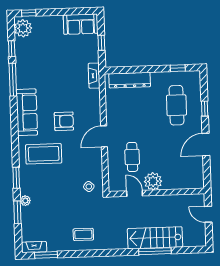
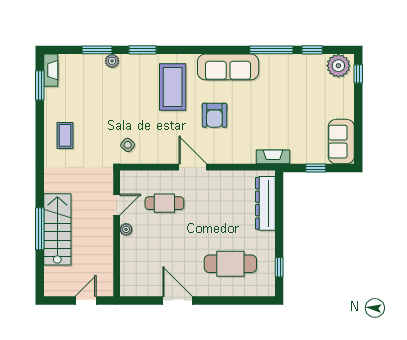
window: (205, 109) -> (225, 301), removed
plant: (153, 181) -> (126, 229), width x0.53, depth x0.53

